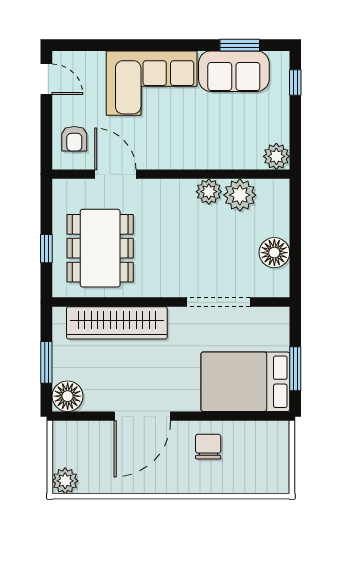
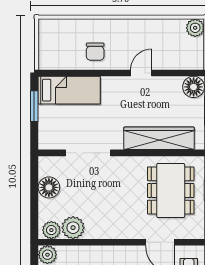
plant: (209, 192) -> (51, 230), moved
bed: (245, 382) -> (69, 90), width x0.67
door: (142, 416) -> (141, 73), width x0.53

